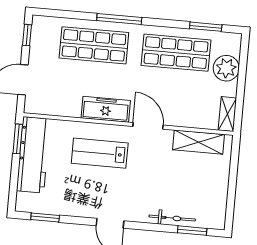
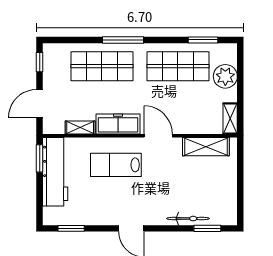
shelving: (65, 109) -> (80, 128), added

